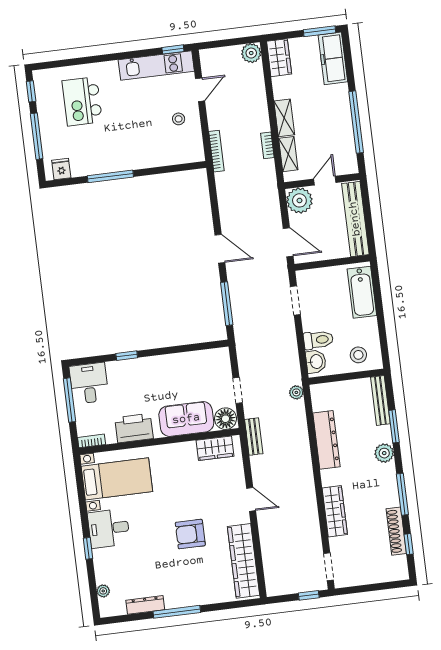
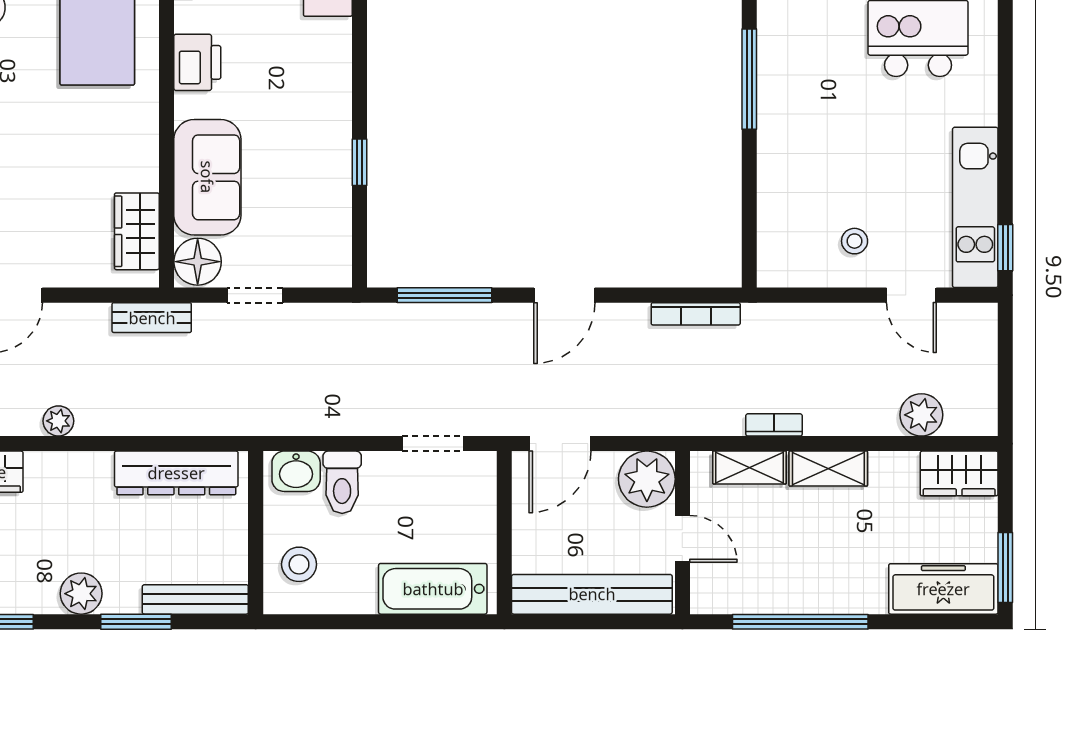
plant: (251, 53) -> (921, 415), moved
bookcase: (216, 151) -> (696, 314), moved
window: (127, 356) -> (360, 162), moved
plant: (296, 392) -> (58, 421), moved
printer: (134, 428) -> (197, 62), width x0.73, depth x0.84
dresser: (326, 440) -> (176, 473), moved

